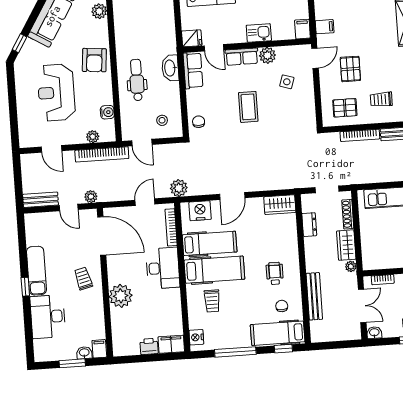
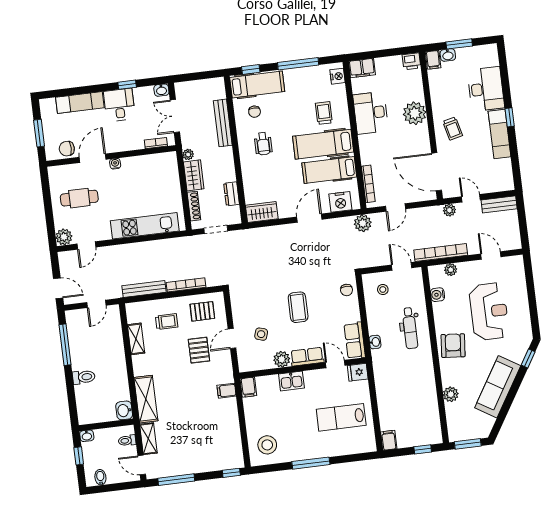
door: (315, 58) -> (232, 339), moved
washbasin: (170, 68) -> (375, 342), width x0.52, depth x0.69
desk: (163, 268) -> (371, 113), moved
printer: (149, 346) -> (411, 61), moved

